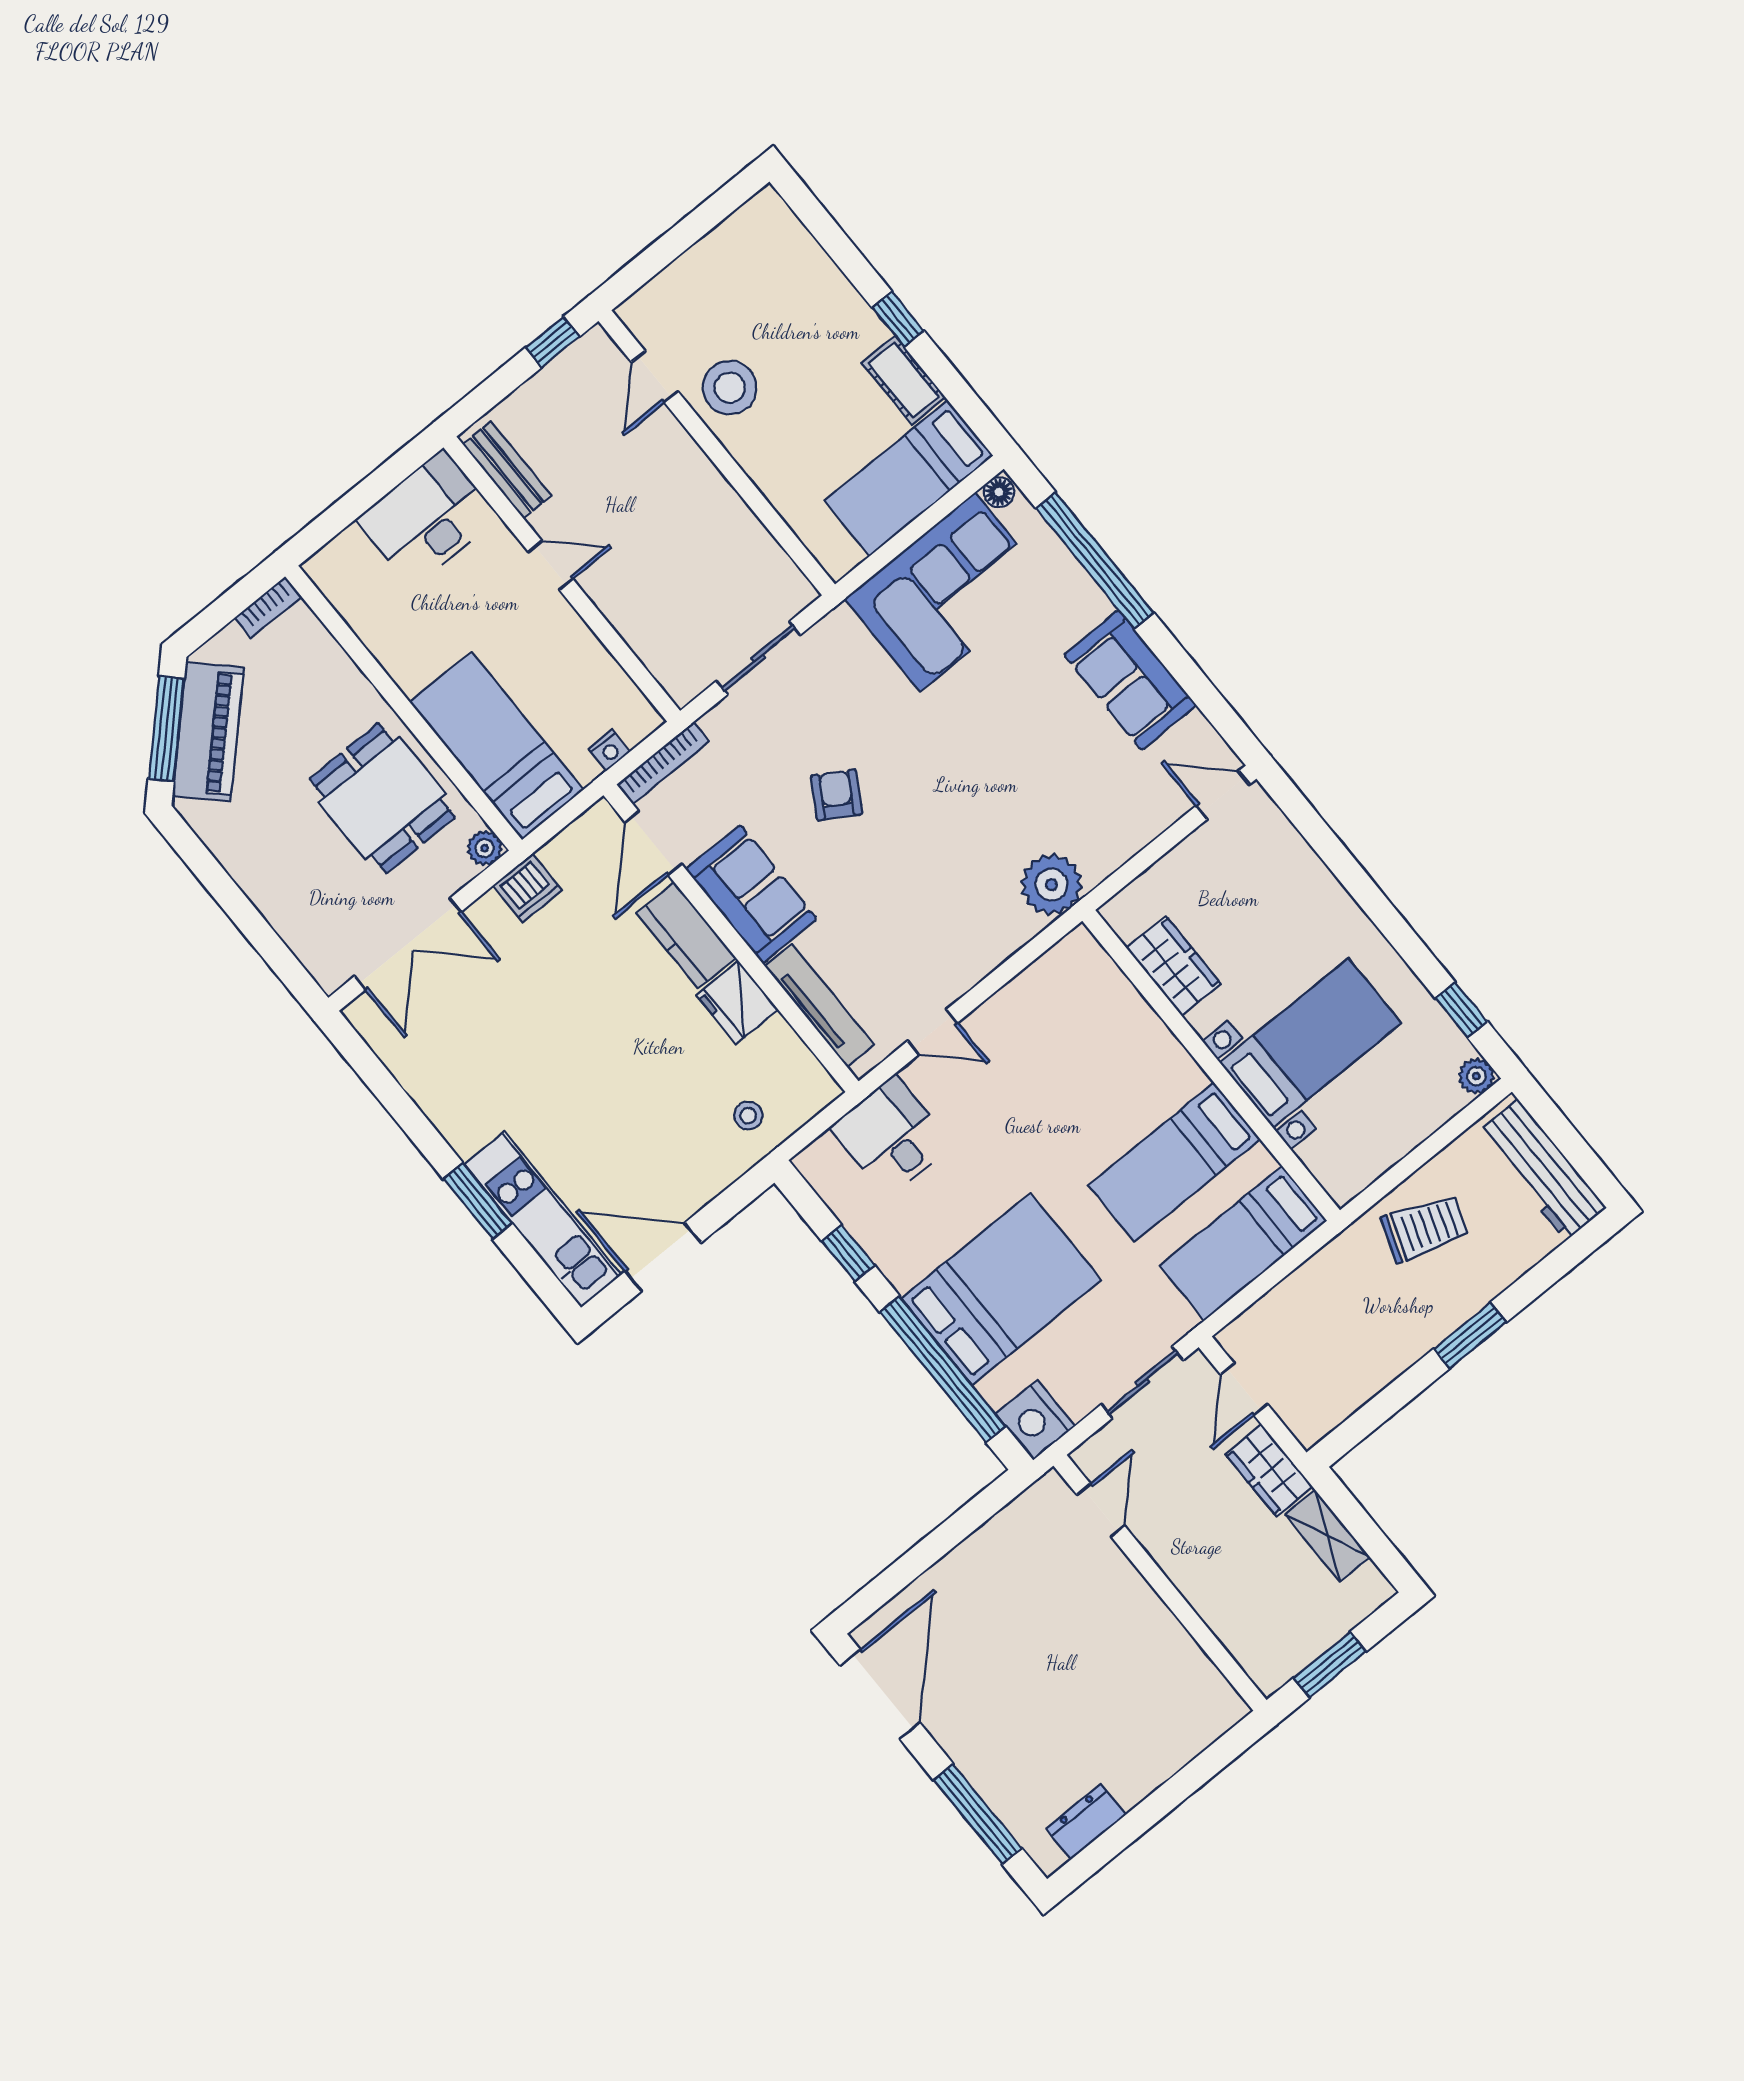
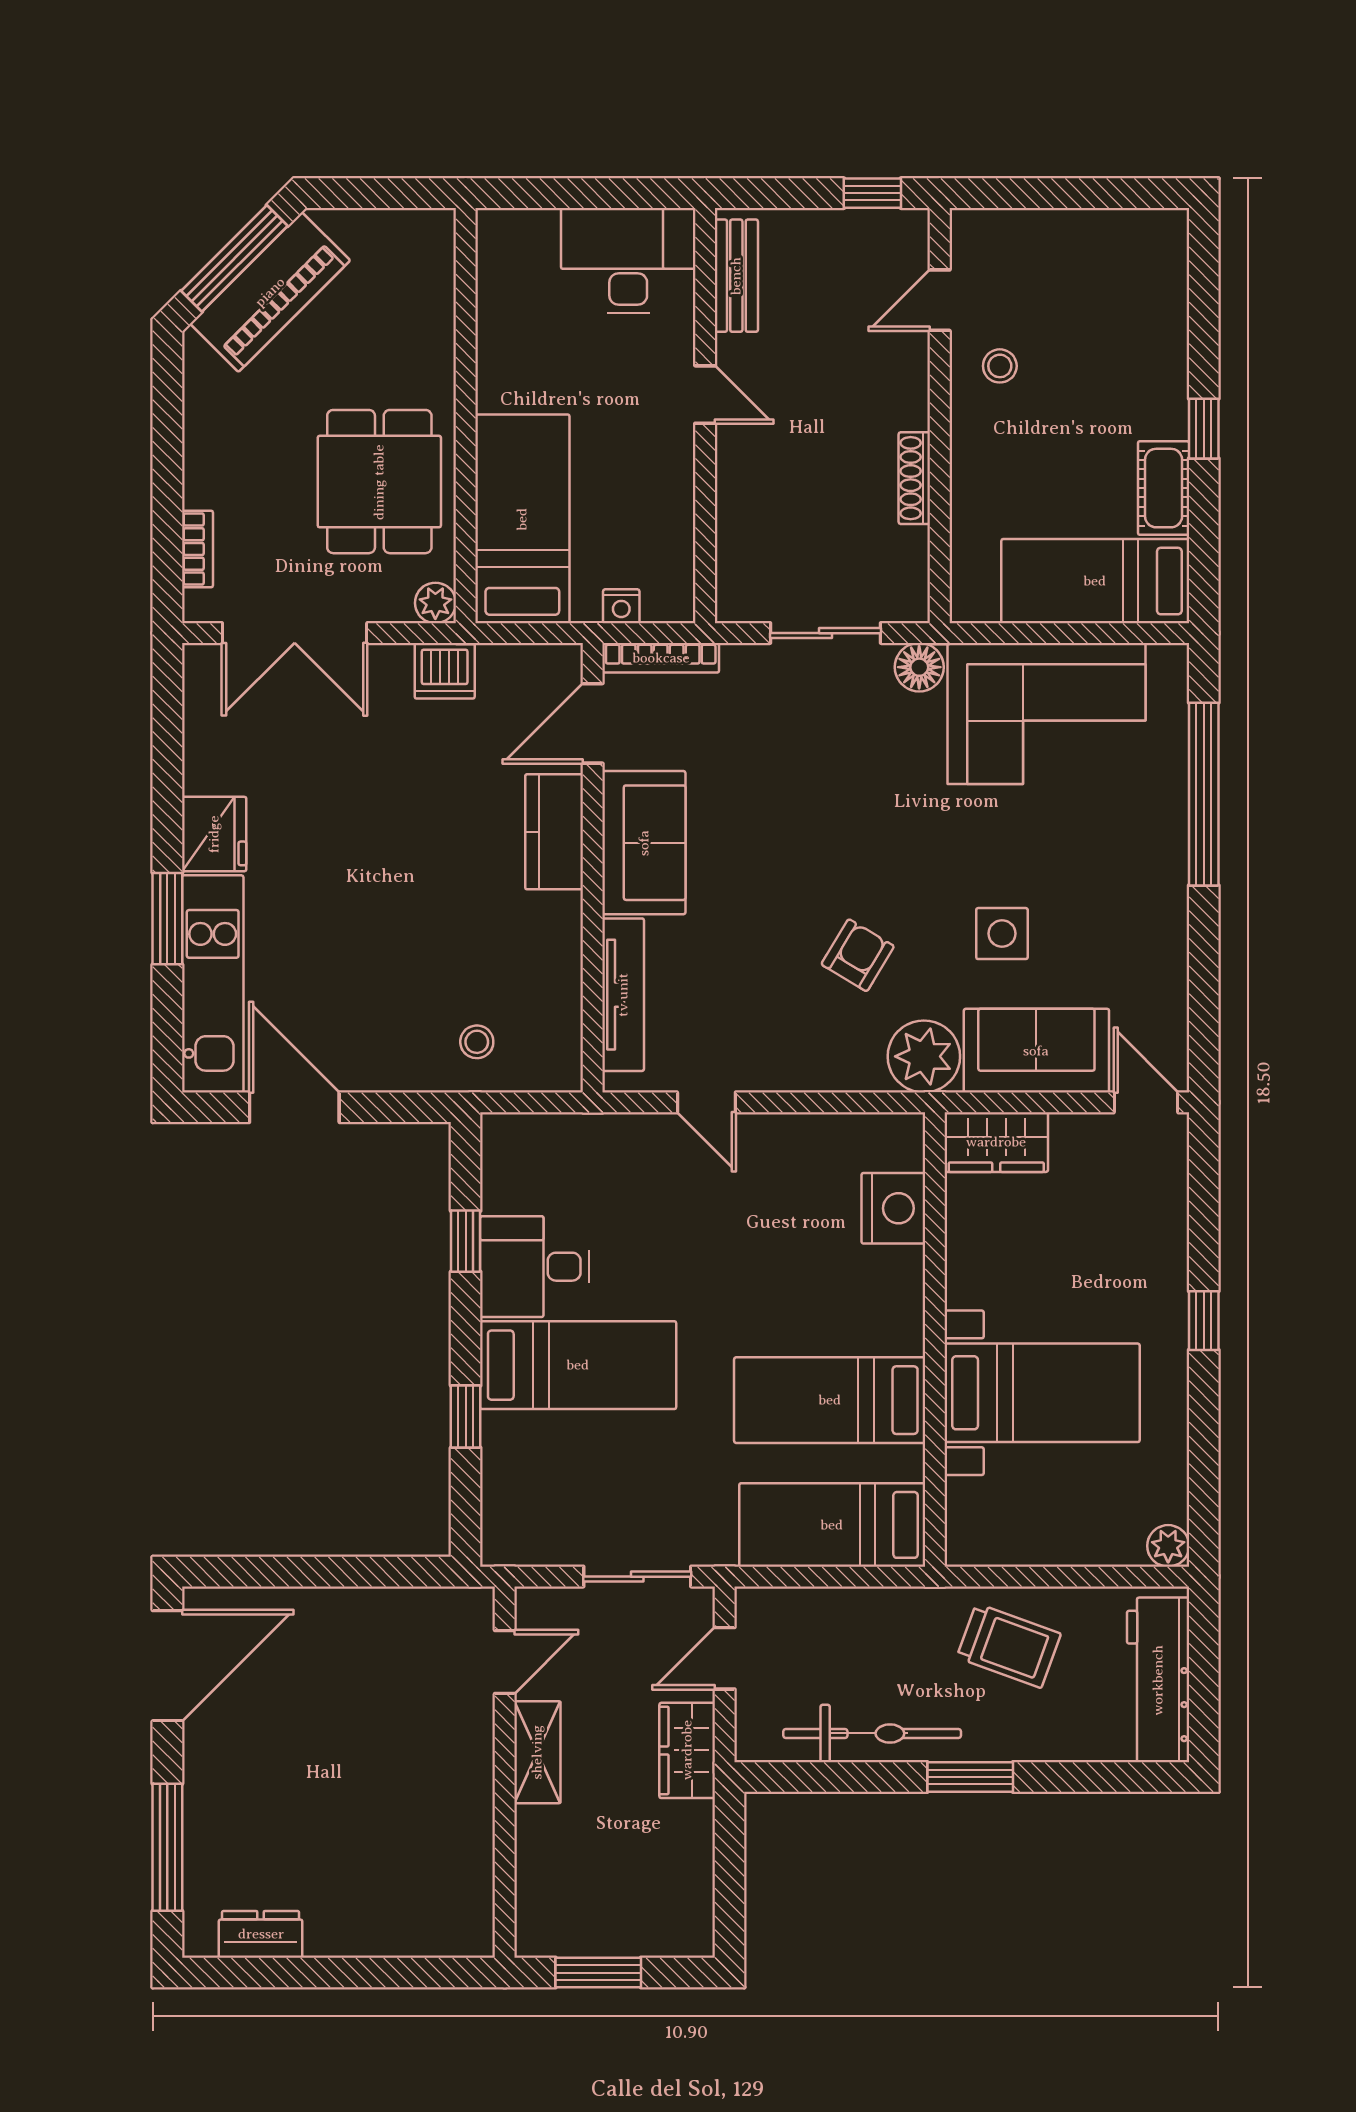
stool: (730, 388) -> (1000, 366), width x0.53, depth x0.53
floor lamp: (999, 492) -> (919, 667), moved, width x1.37, depth x1.37
shoe rack: (734, 508) -> (914, 478), added
bookcase: (268, 607) -> (197, 549), moved, turned -90
sofa: (1130, 680) -> (1036, 1051), moved, turned 90
side table: (1037, 761) -> (1002, 934), added
armchair: (837, 795) -> (858, 955), moved
wardrobe: (1174, 966) -> (996, 1142), moved, turned 90
fridge: (737, 1002) -> (214, 834), moved, turned 180
window: (1461, 1010) -> (1204, 1321), moved
desk: (891, 1136) -> (535, 1267), moved, turned -90
bed: (1001, 1289) -> (578, 1365), width x0.67
bicycle: (1382, 1359) -> (872, 1733), added
window: (943, 1369) -> (466, 1417), width x0.32
nightstand: (1035, 1420) -> (893, 1208), moved, turned 180
shelving: (1327, 1536) -> (537, 1752), moved

